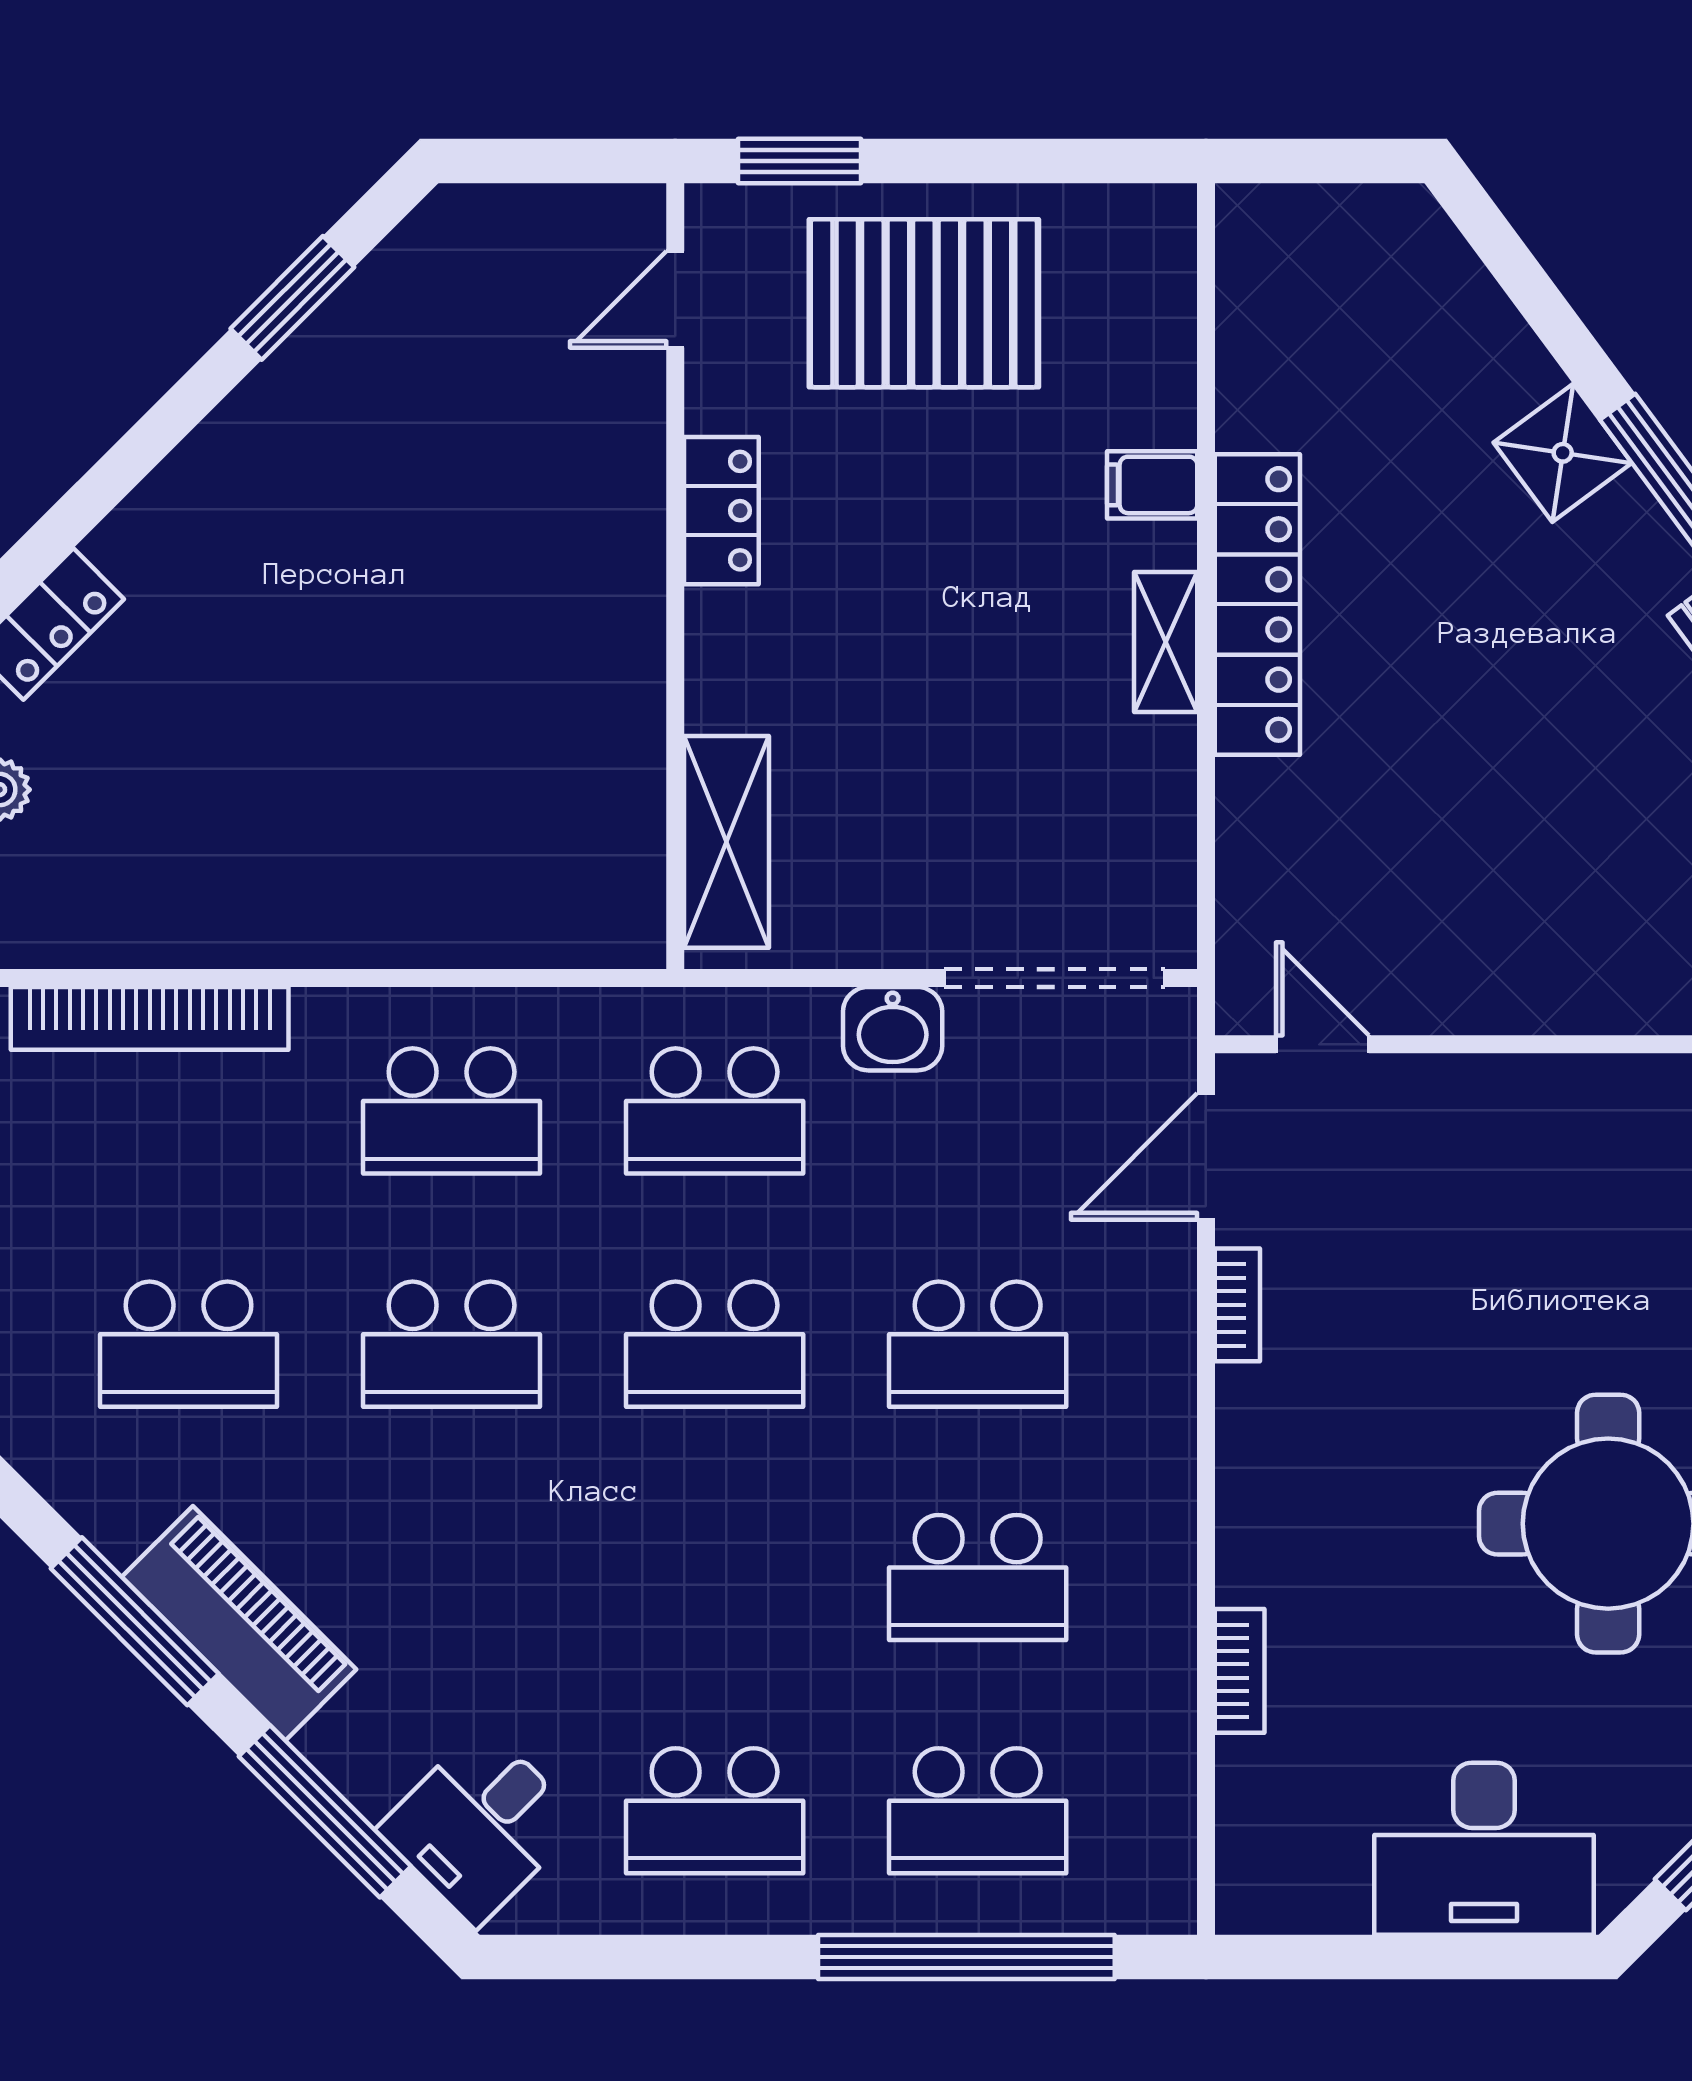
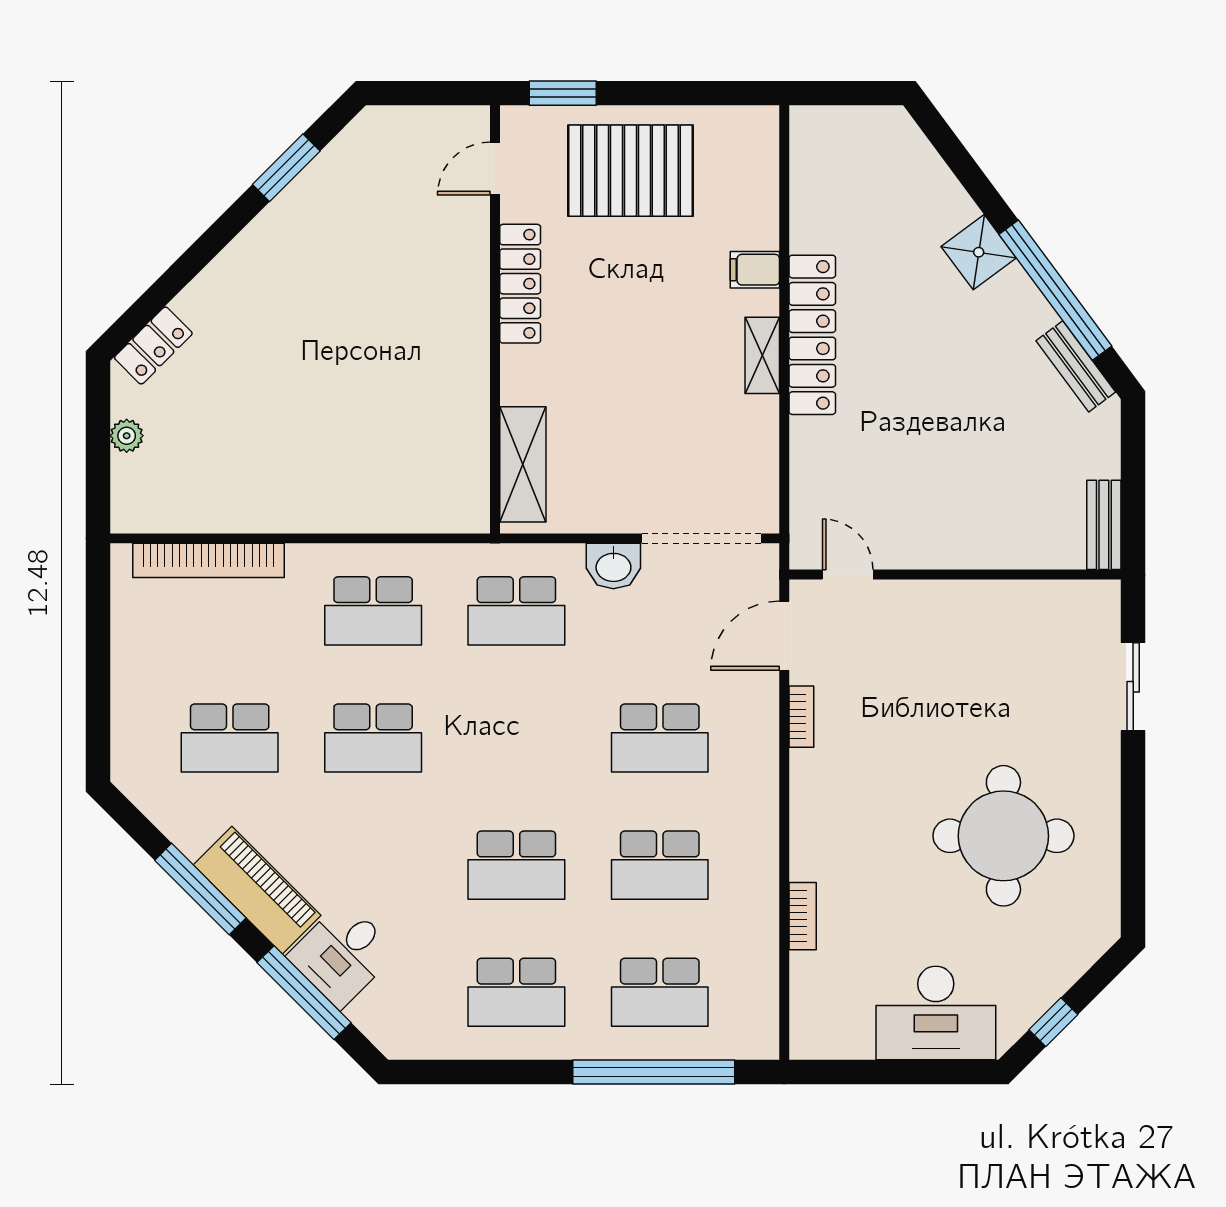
locker: (721, 511) -> (520, 284), width x1.53
school desk: (715, 1344) -> (516, 865), moved
desk: (480, 1826) -> (342, 954), moved

